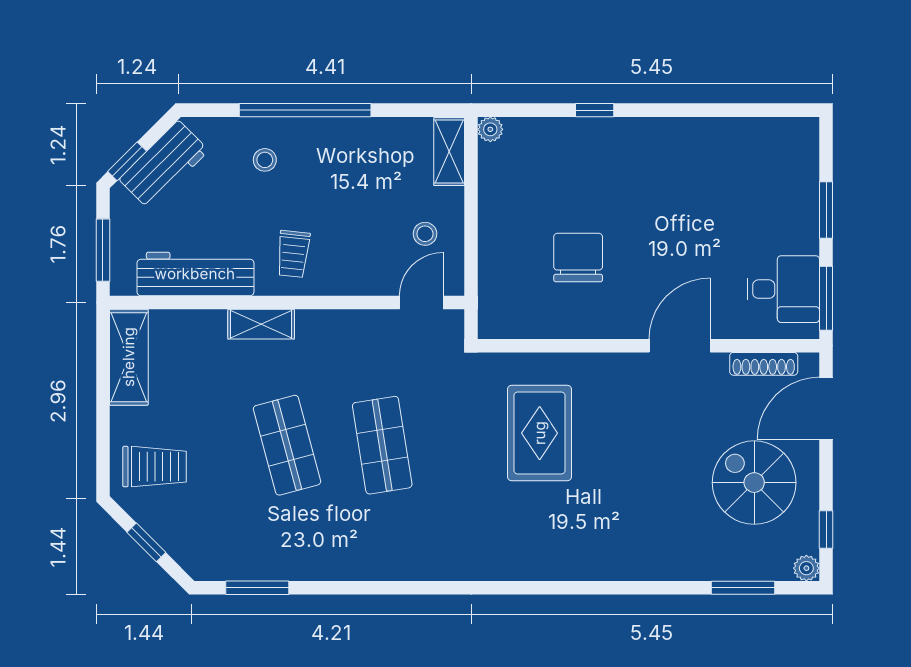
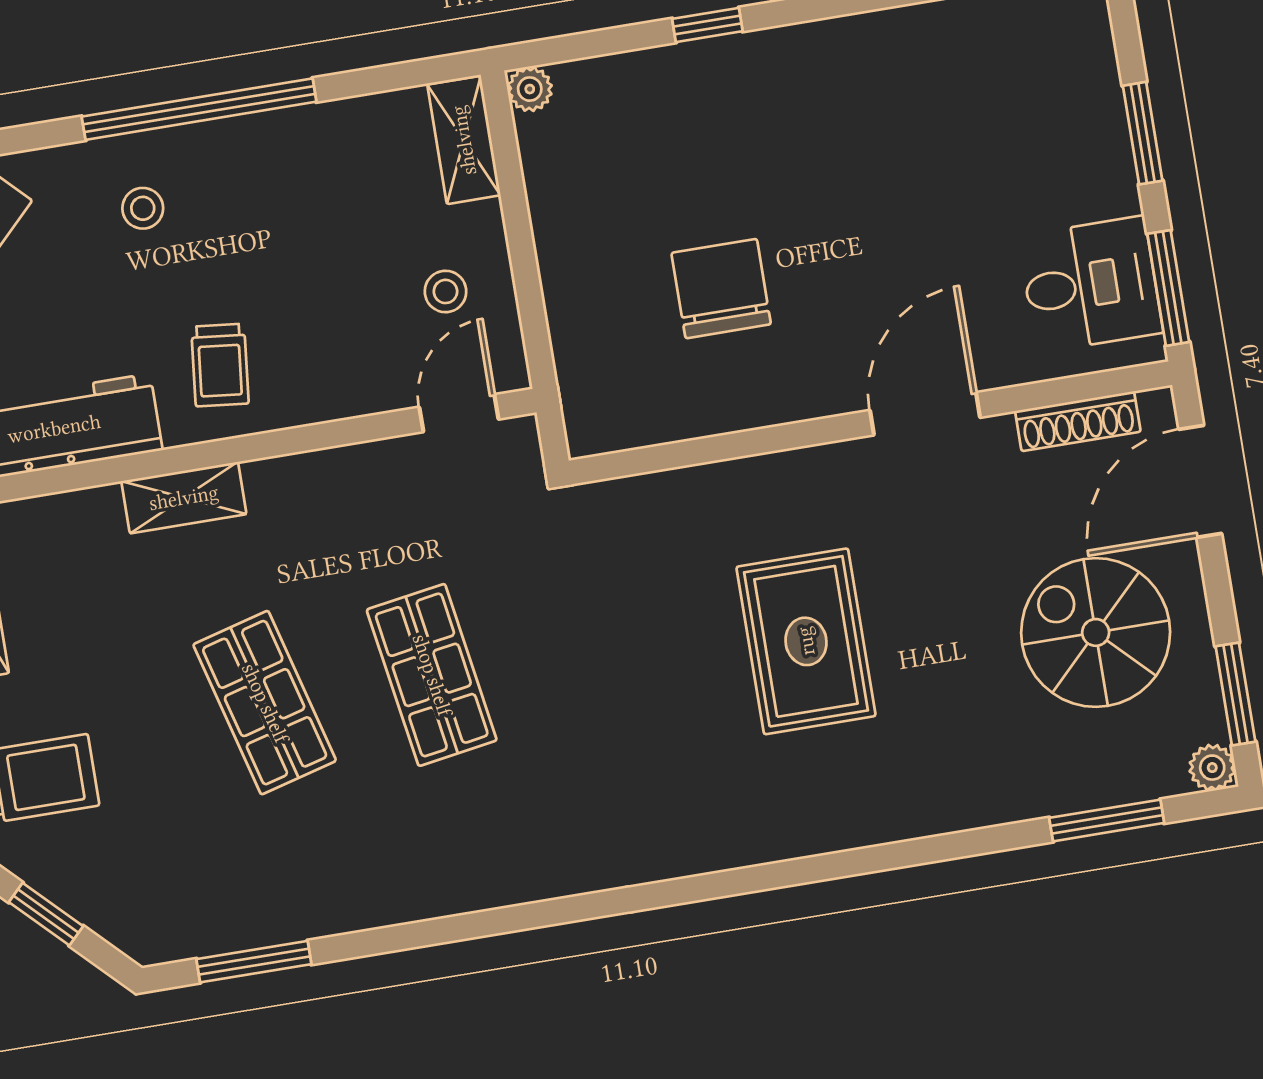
rug: (540, 433) -> (806, 641), moved
window: (826, 530) -> (1235, 694), width x1.50

